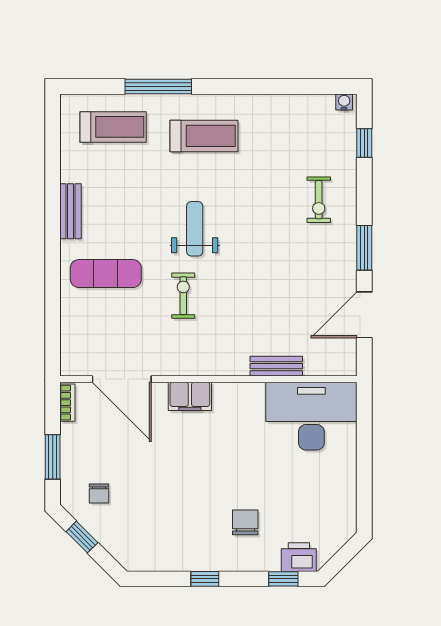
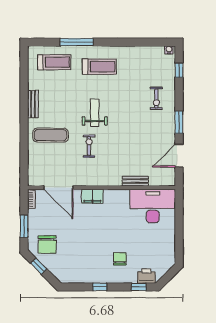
chair: (99, 493) -> (47, 244), width x1.87, depth x1.87

